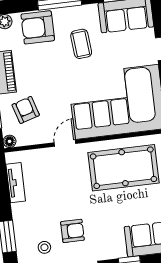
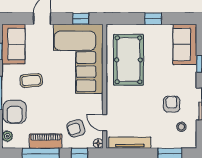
door: (65, 143) -> (105, 123), moved
tv unit: (16, 183) -> (130, 143), width x1.41

